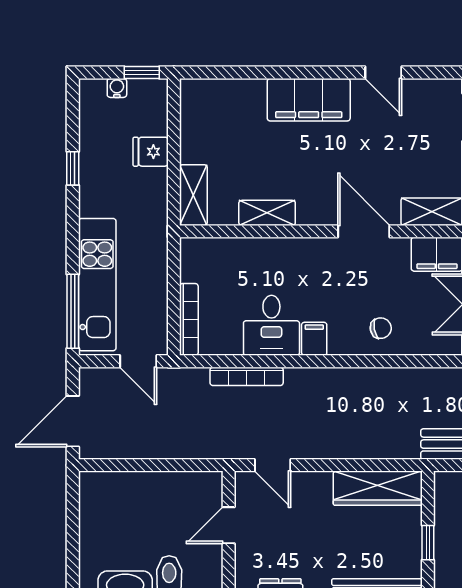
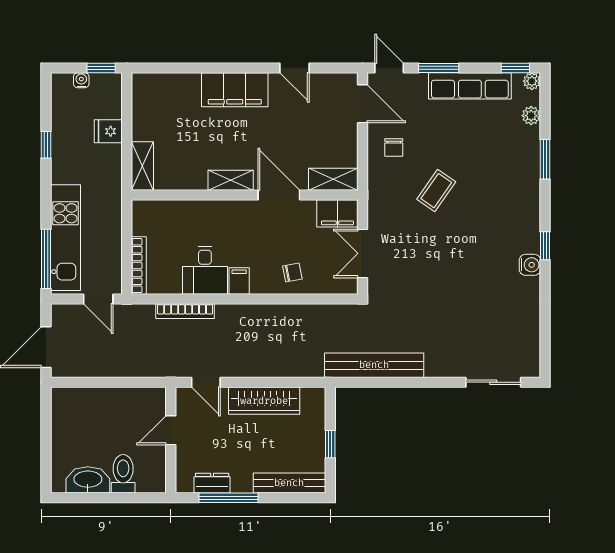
shelving: (267, 213) -> (231, 180), moved
wardrobe: (378, 488) -> (264, 401), moved

